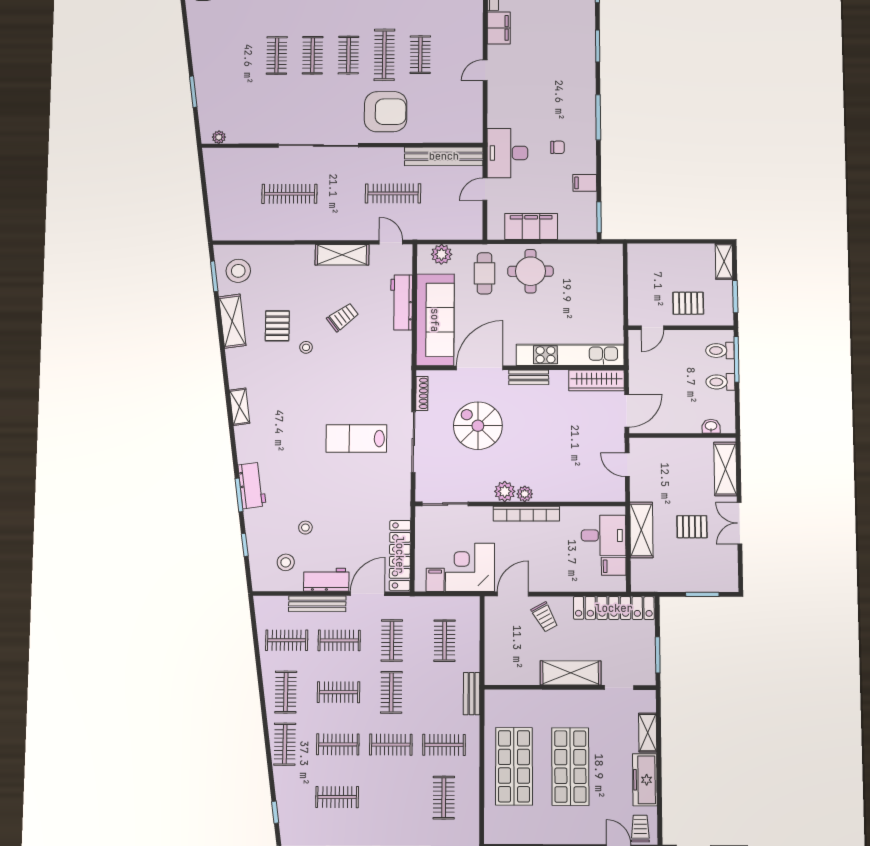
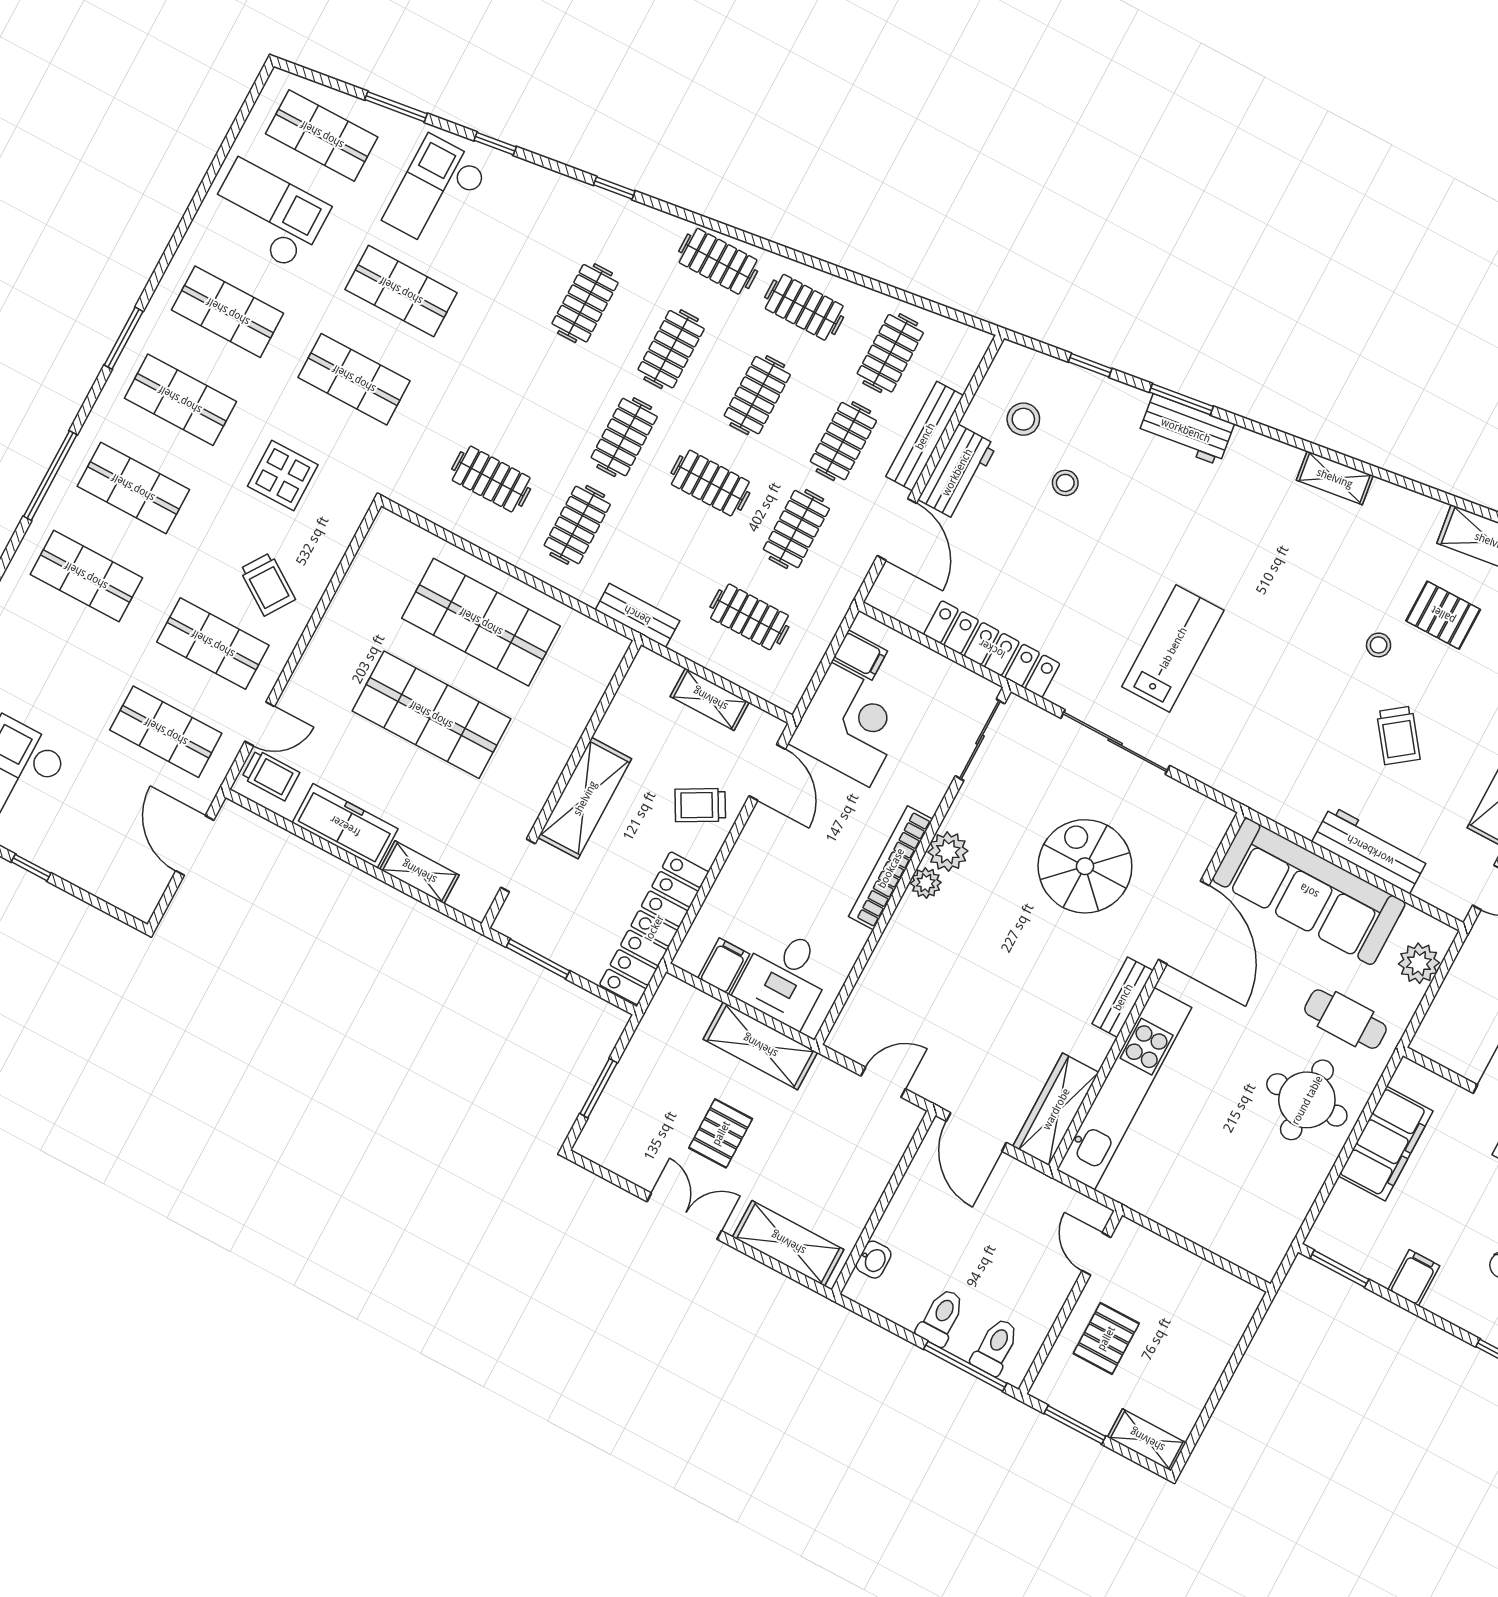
shoe rack: (422, 393) -> (1192, 801), removed
spiral stairs: (478, 426) -> (1085, 866), turned -90
locker: (400, 555) -> (992, 649), moved
shelving: (493, 639) -> (710, 699), added
clothes rail: (392, 641) -> (796, 529), turned 90

